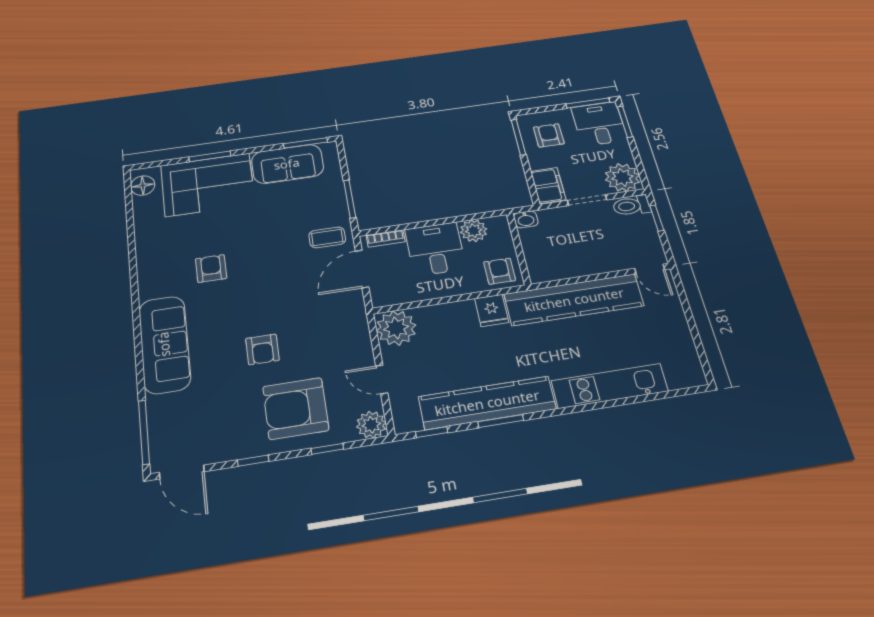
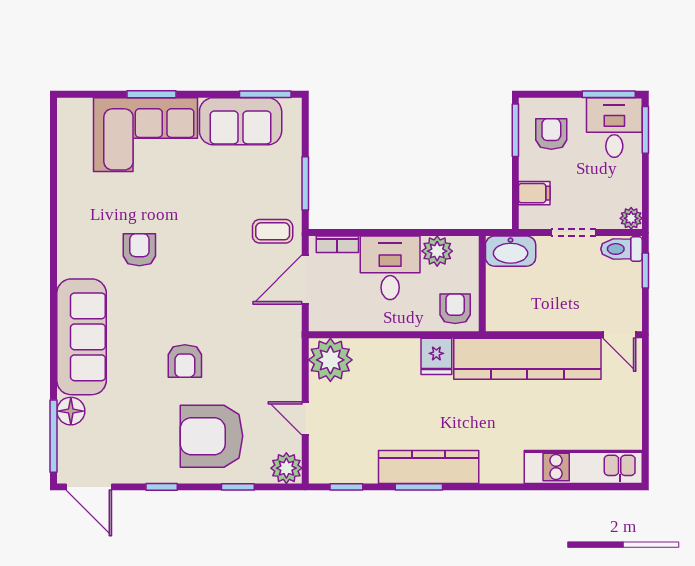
plant: (622, 177) -> (631, 218), width x0.53, depth x0.53
floor lamp: (143, 186) -> (71, 411), moved
filing cabinet: (548, 186) -> (534, 193), width x0.50
washbasin: (526, 219) -> (511, 251), width x1.91, depth x1.45
kitchen unit: (610, 386) -> (583, 467), moved
kitchen counter: (487, 403) -> (429, 467), width x0.72, depth x0.86

